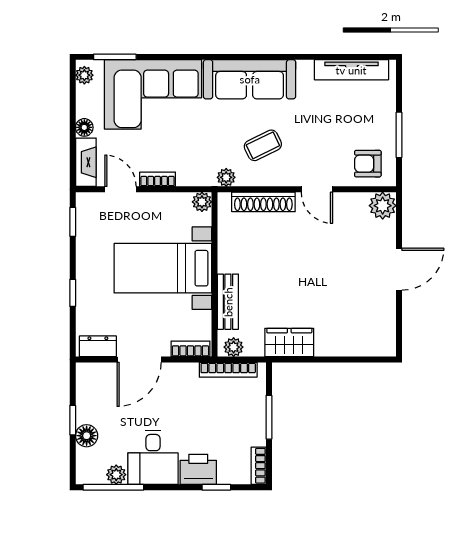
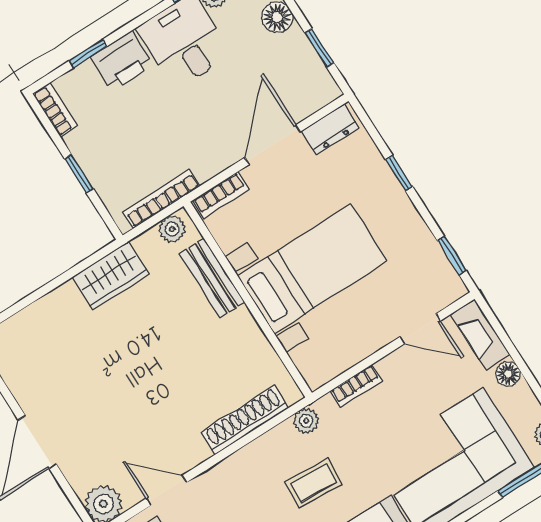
coffee table: (263, 145) -> (313, 483), moved, turned 30
bookcase: (158, 179) -> (356, 386), moved
door: (317, 189) -> (166, 490), moved
plant: (202, 202) -> (316, 374), removed
window: (269, 417) -> (79, 174), width x0.67
window: (73, 420) -> (319, 48), moved

